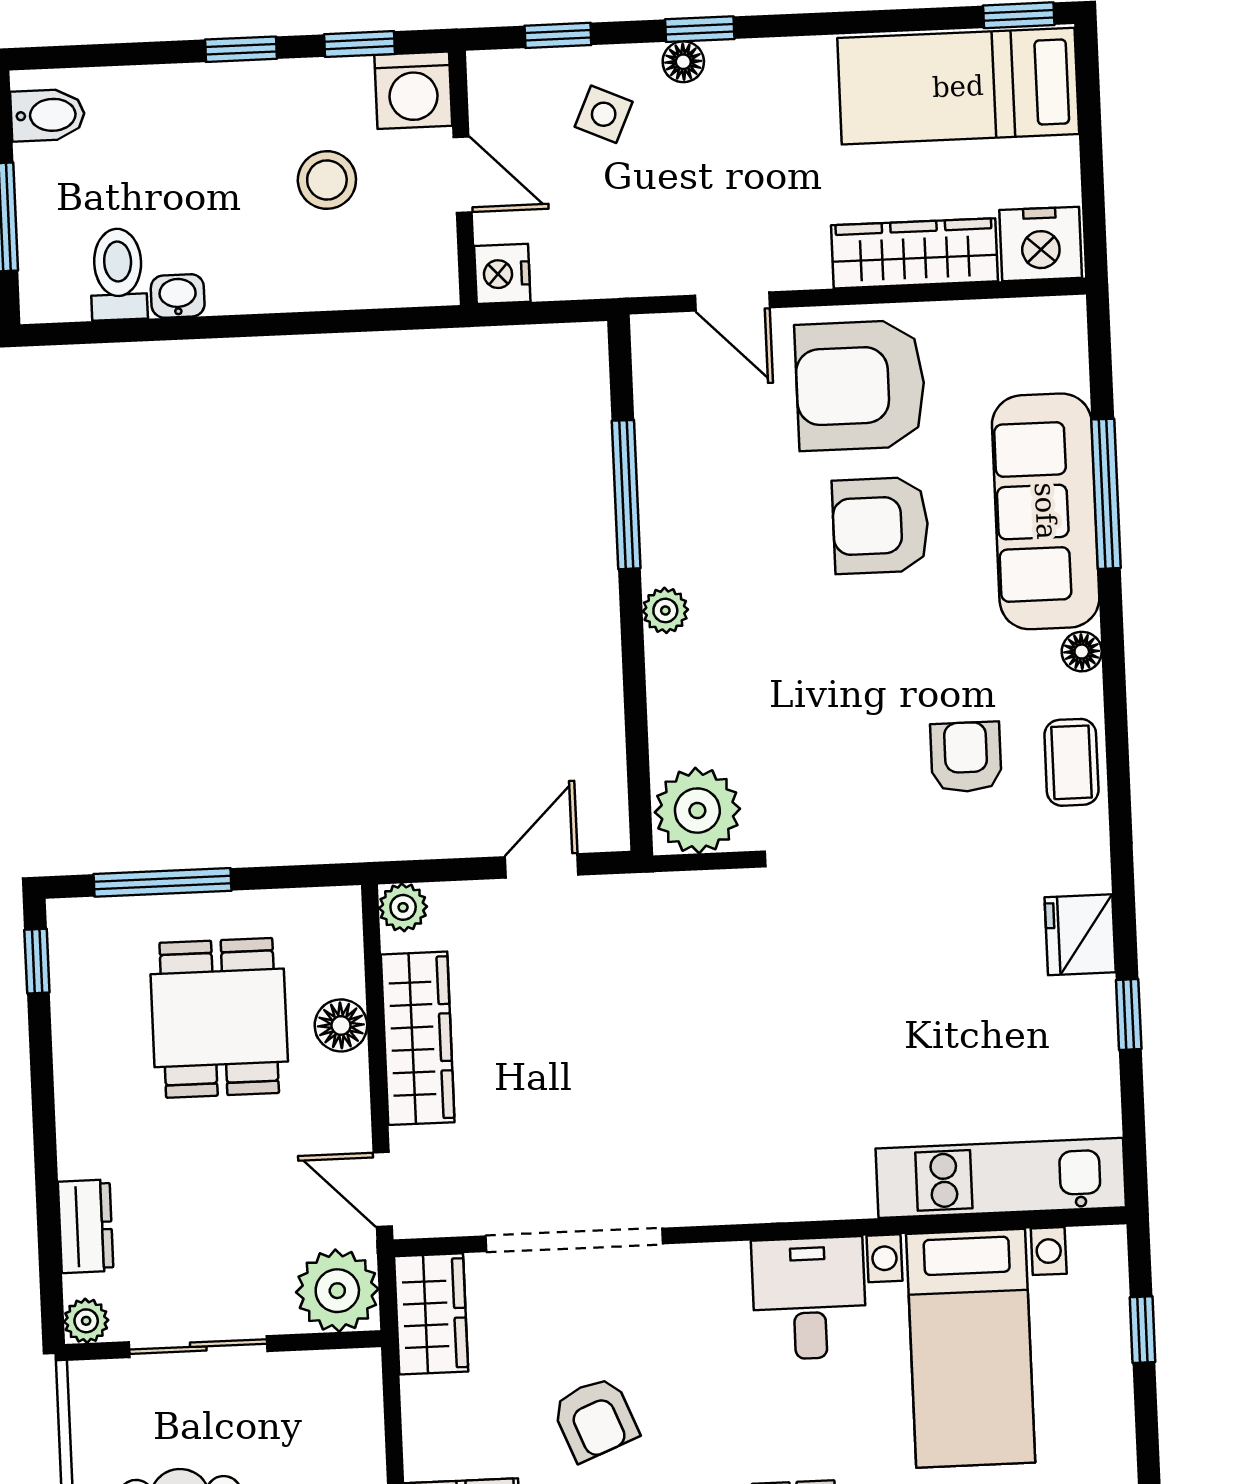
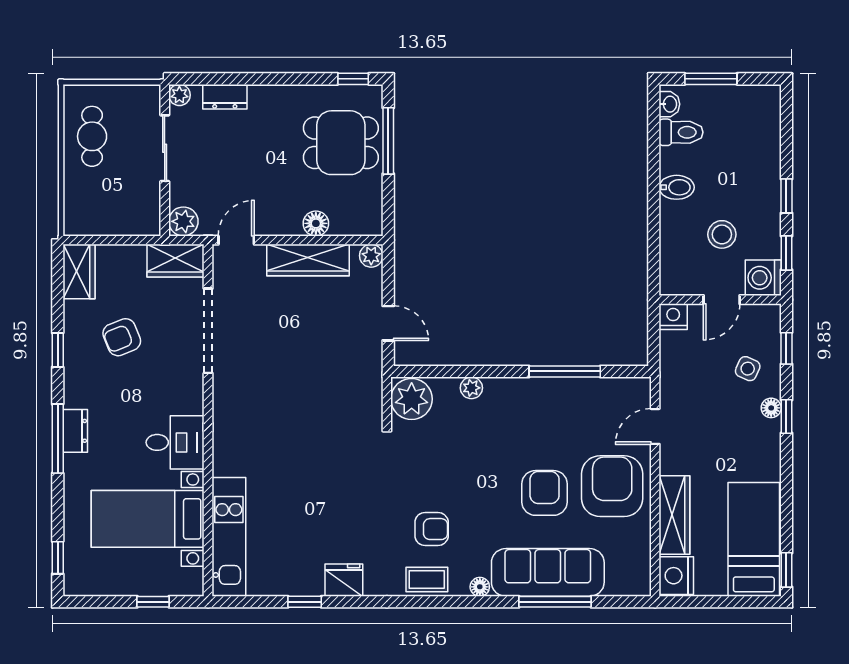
bidet: (48, 115) -> (677, 187), moved, turned -90
washbasin: (178, 296) -> (669, 104), moved
plant: (665, 610) -> (471, 388), moved
dining table: (219, 1018) -> (341, 143), moved
plant: (337, 1291) -> (183, 221), width x0.73, depth x0.73

